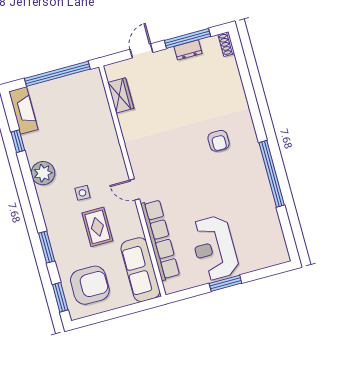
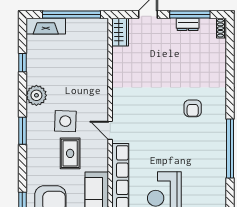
wardrobe: (121, 95) -> (120, 32), moved
fireplace: (23, 110) -> (46, 26), moved, turned 90
side table: (82, 193) -> (65, 121), width x1.87, depth x1.87
window: (47, 247) -> (22, 131), moved

